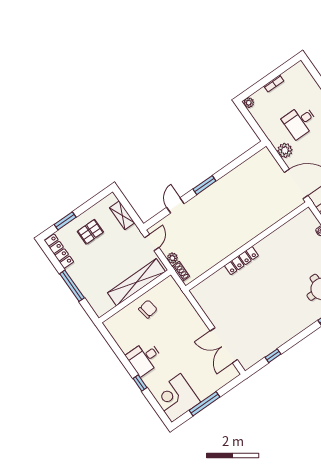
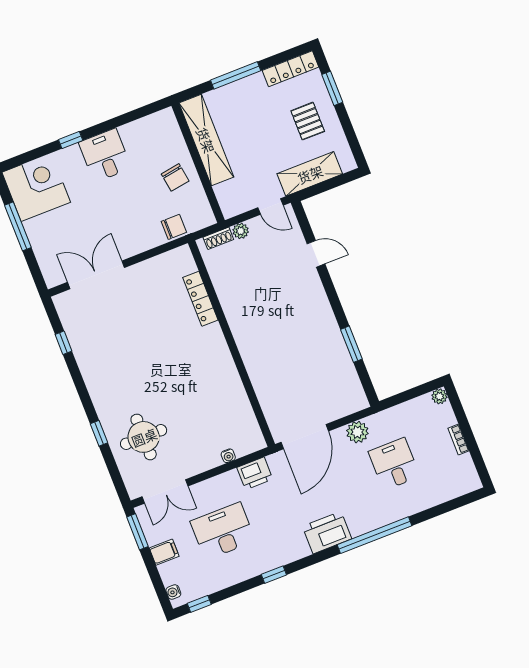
window: (204, 185) -> (351, 344), moved
shelving: (122, 215) -> (310, 174), width x1.50, depth x1.33
locker: (241, 261) -> (200, 299), moved
shelving: (136, 282) -> (206, 140), moved
chair: (180, 302) -> (174, 227), added

